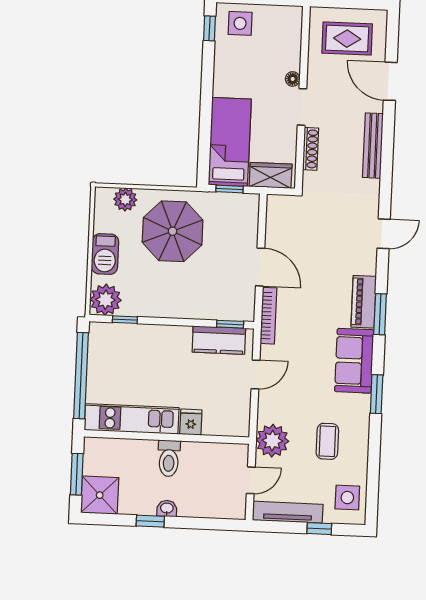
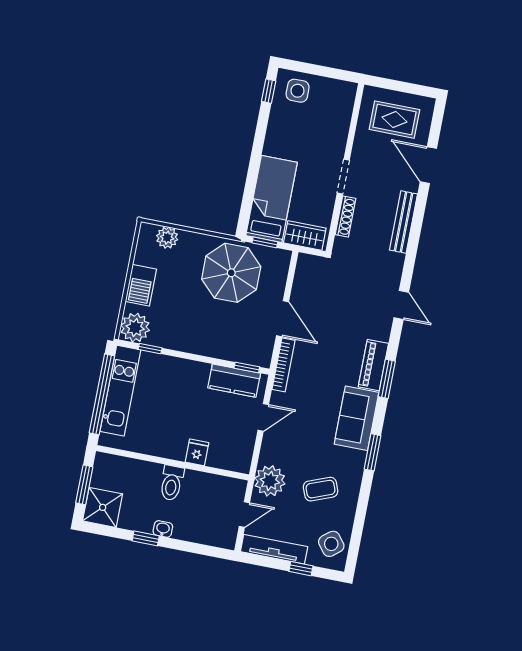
floor lamp: (293, 79) -> (339, 149), removed
parasol: (173, 231) -> (231, 273), moved
door: (384, 234) -> (401, 305), hinge flipped
kitchen unit: (132, 419) -> (120, 391), moved, turned 90
coffee table: (327, 441) -> (321, 489), turned 69
side table: (347, 498) -> (331, 544), turned -38

